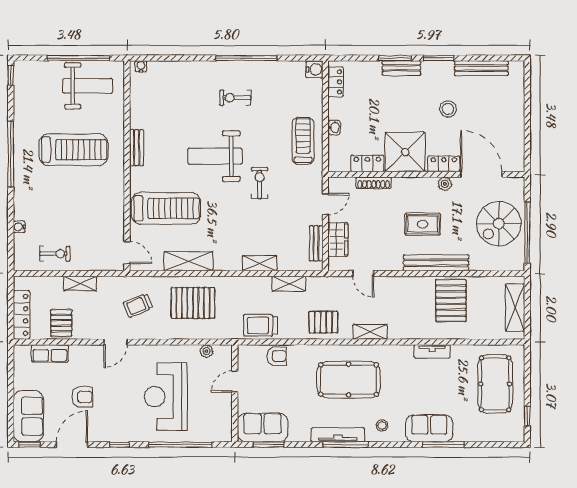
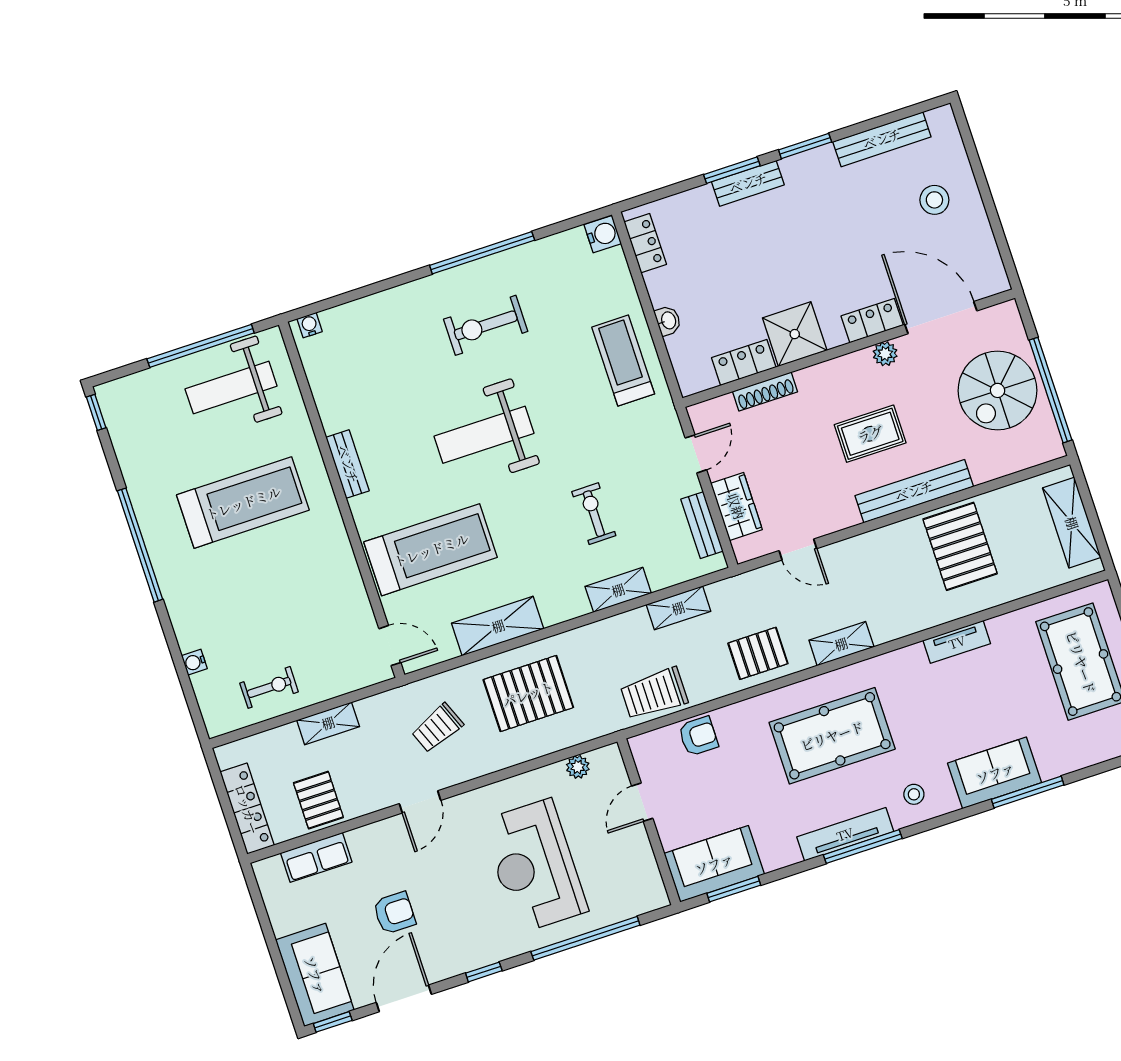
weight bench: (88, 86) -> (231, 387), turned 180
exercise bike: (235, 98) -> (486, 325), width x1.38, depth x1.39
stool: (448, 109) -> (934, 200), moved
shower: (405, 152) -> (795, 334), width x0.73, depth x0.73
exercise bike: (260, 183) -> (594, 514), moved

